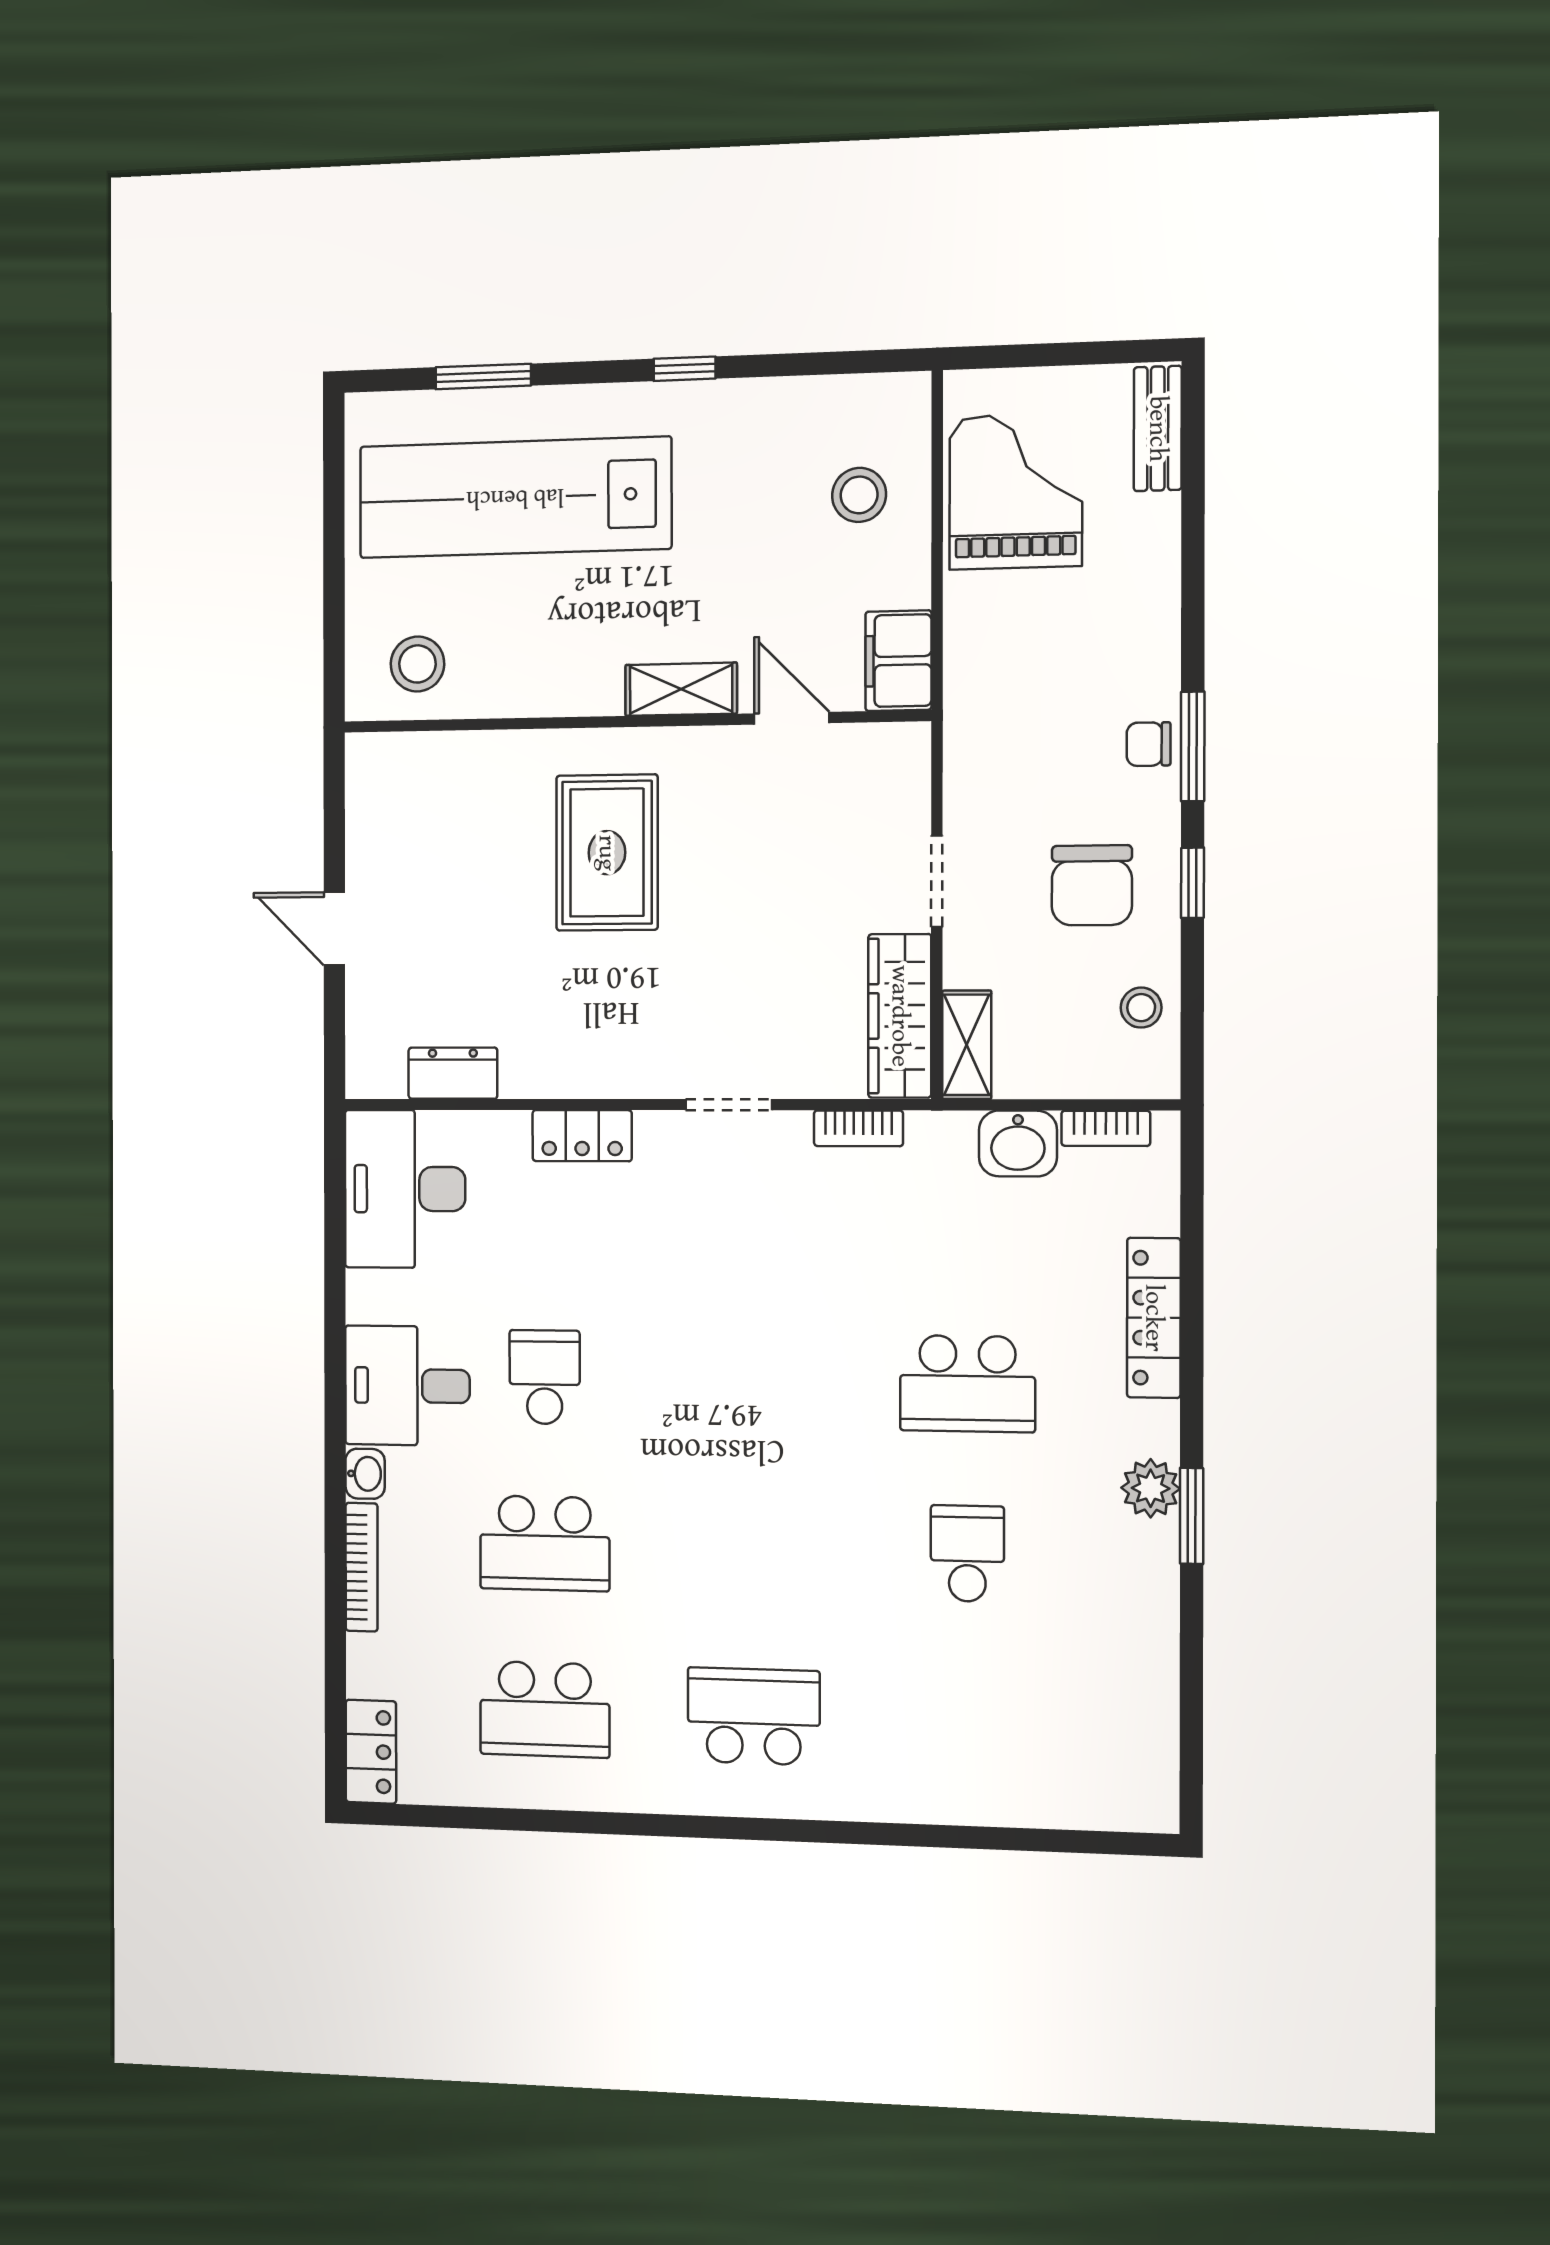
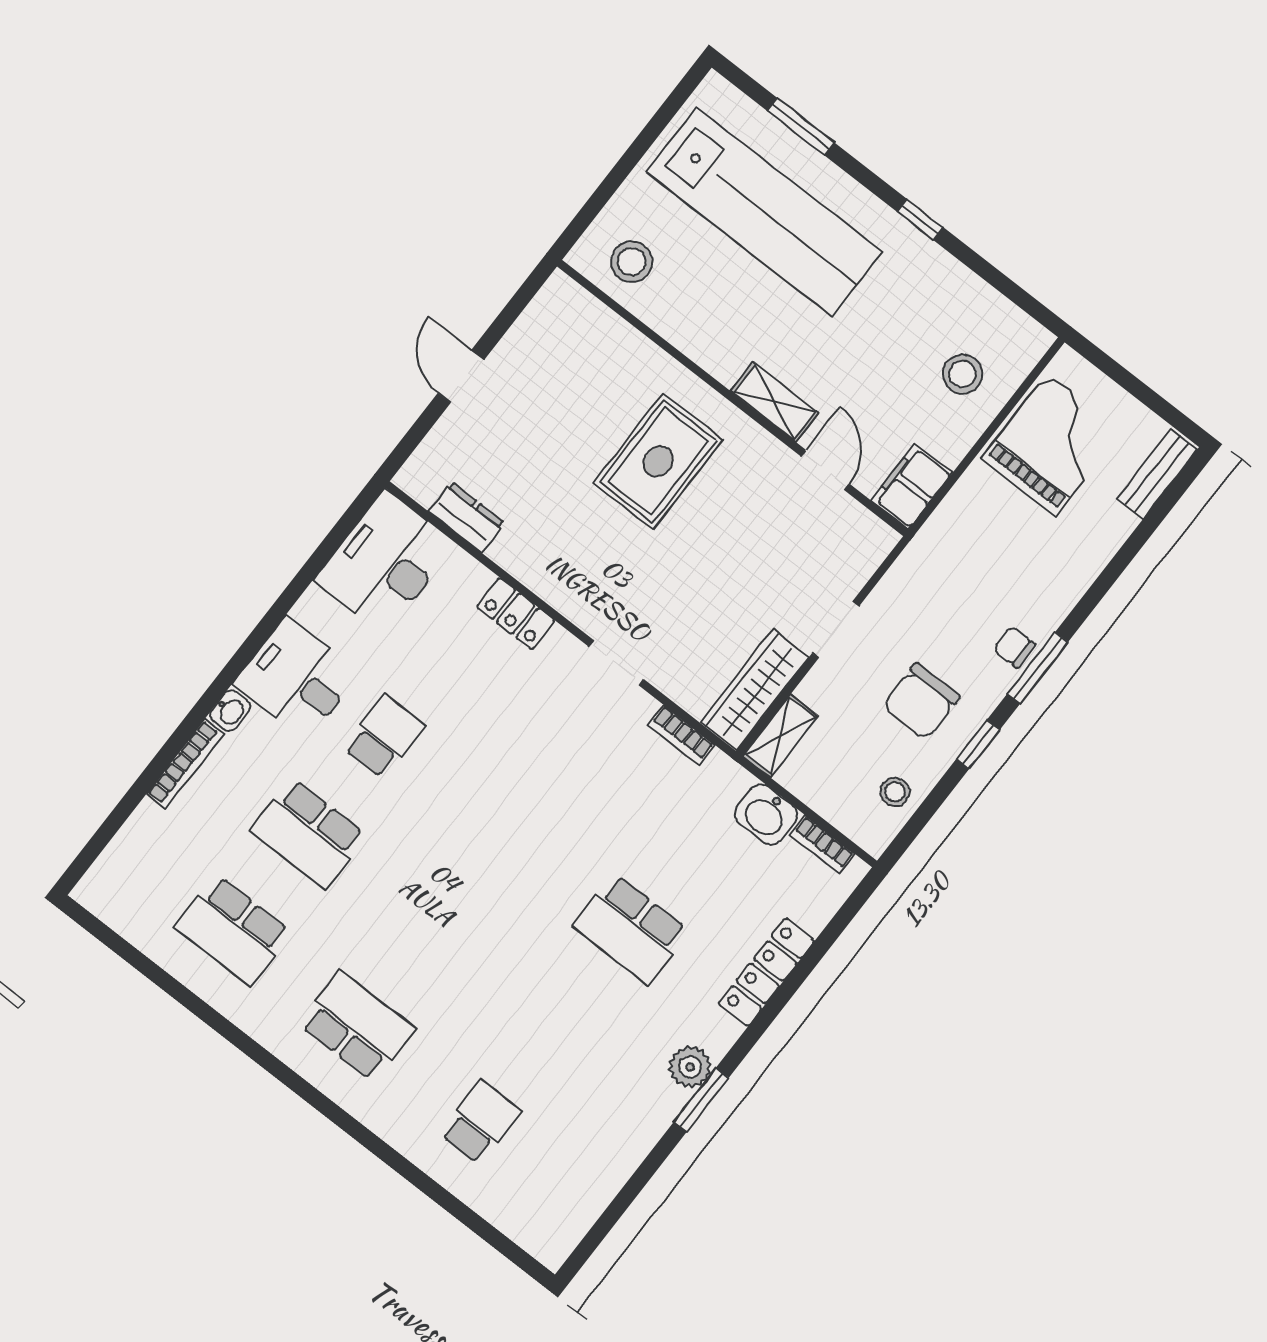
lab bench: (515, 498) -> (764, 212), turned 180
school desk: (967, 1554) -> (480, 1122), moved
locker: (371, 1752) -> (106, 877), removed

